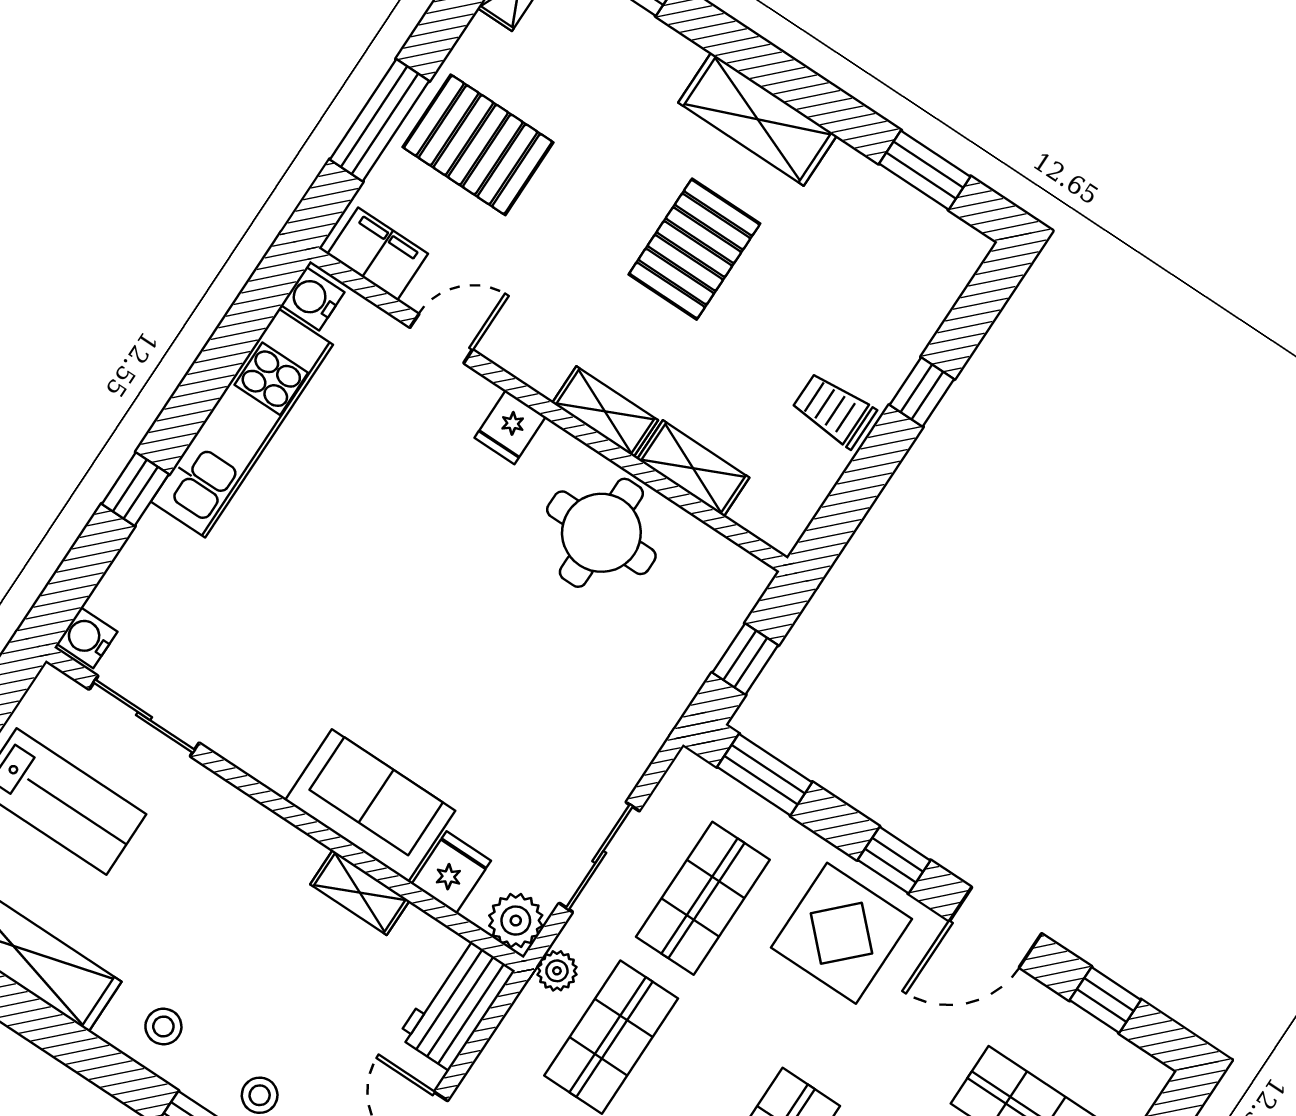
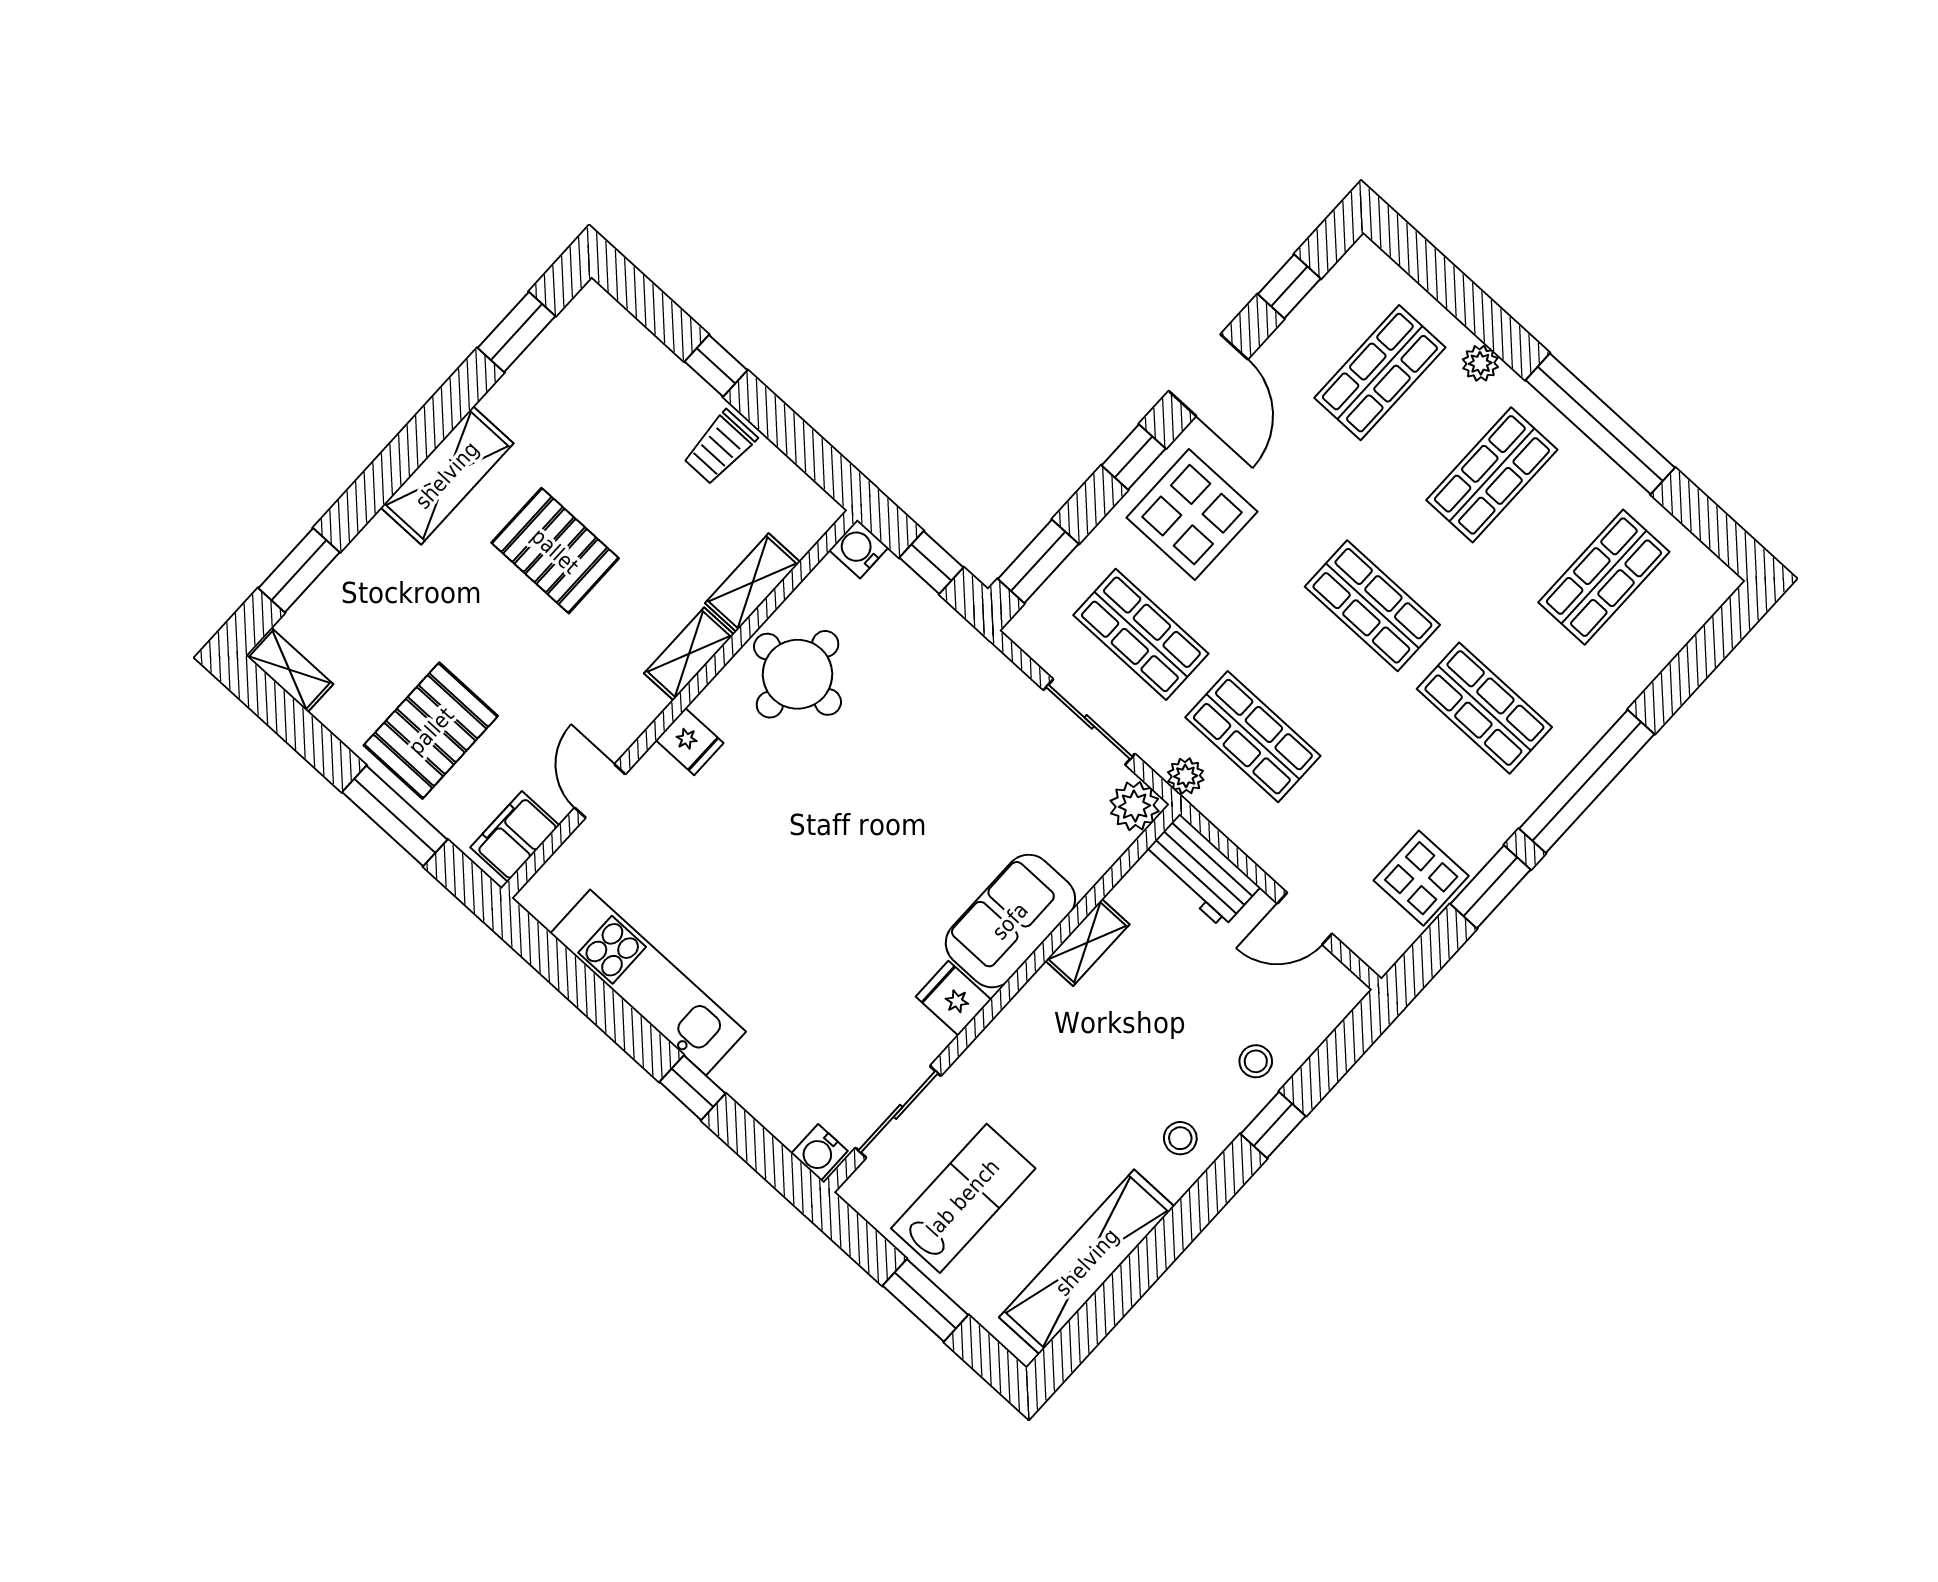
water cooler: (313, 299) -> (859, 549), moved, turned 90
fridge: (451, 872) -> (953, 998), moved

